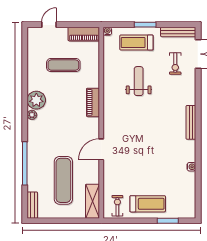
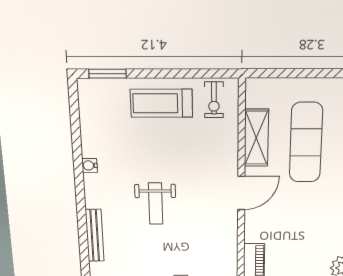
weight bench: (153, 143) -> (155, 204), added
shelving: (93, 201) -> (256, 138), moved
window: (168, 221) -> (108, 74), moved

